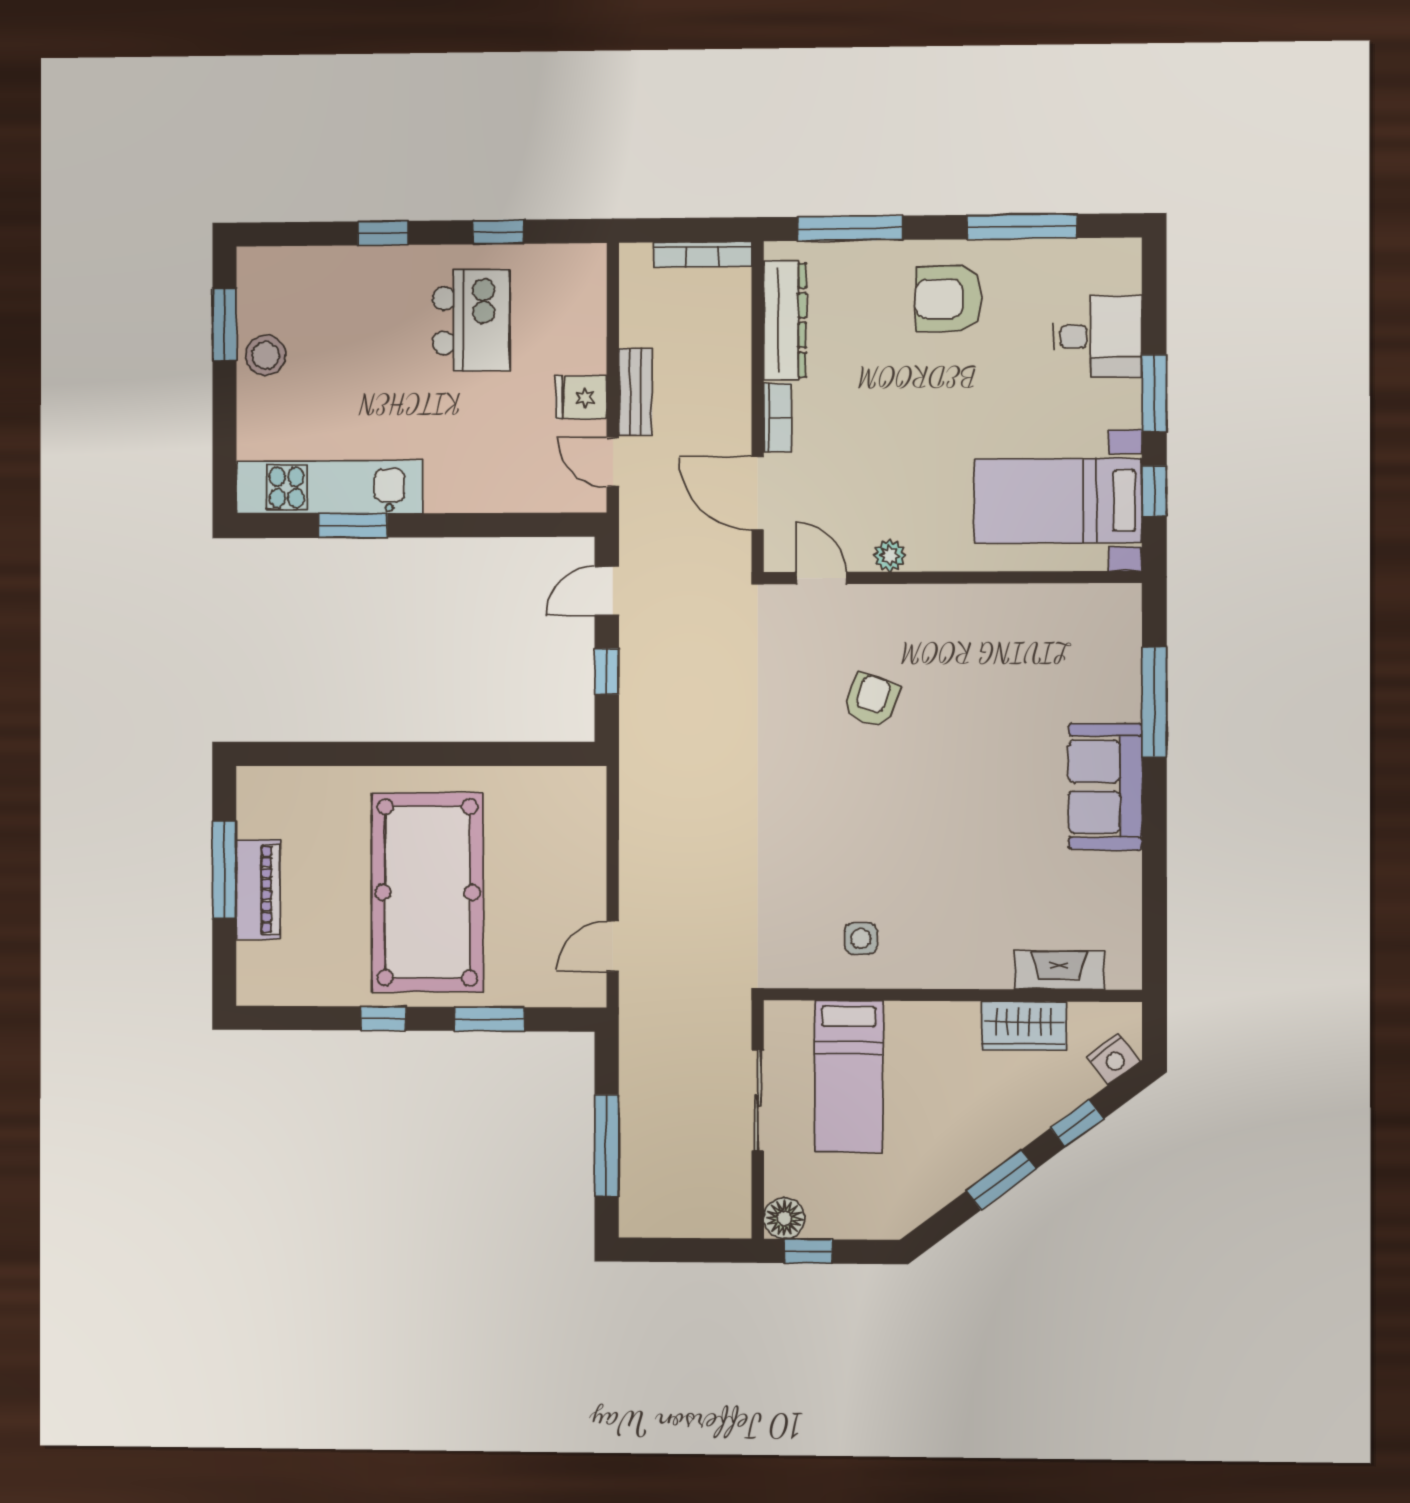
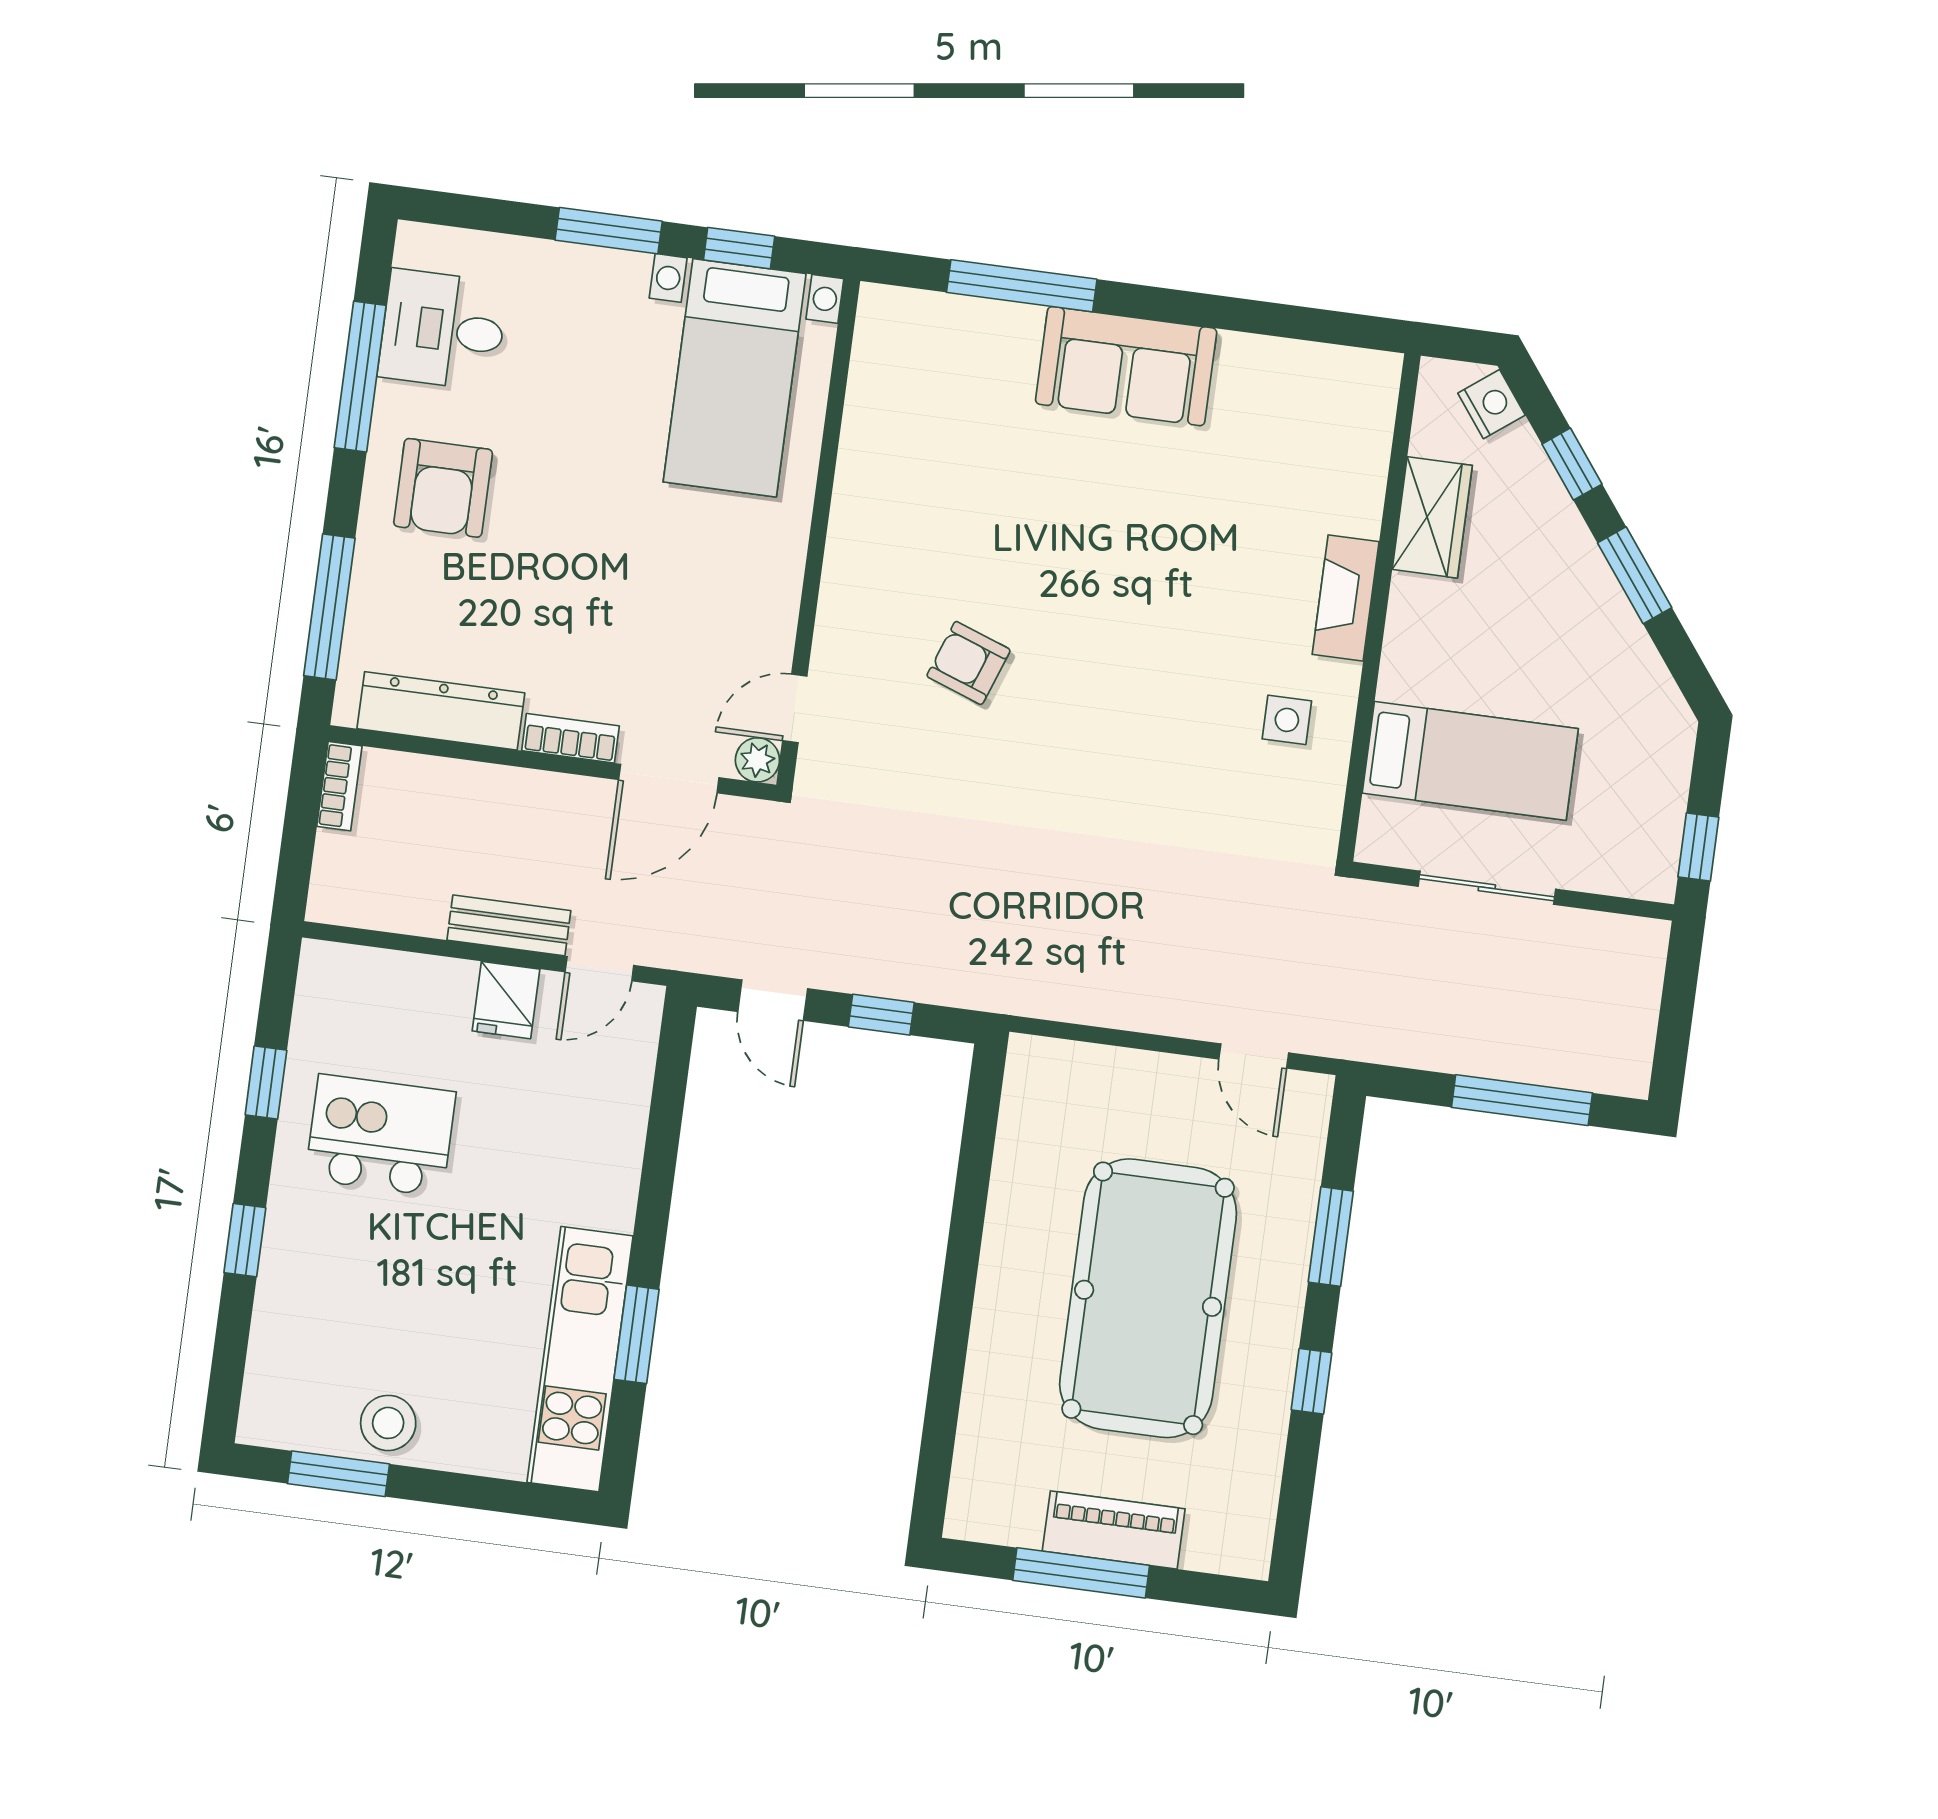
bookcase: (702, 255) -> (339, 786), width x0.64
desk: (1098, 337) -> (443, 330), moved, turned -90
plant: (890, 555) -> (757, 760), moved
pool table: (428, 892) -> (1148, 1298), turned 90
fireplace: (1059, 970) -> (1346, 598), moved
floor lamp: (784, 1218) -> (1650, 873), removed

